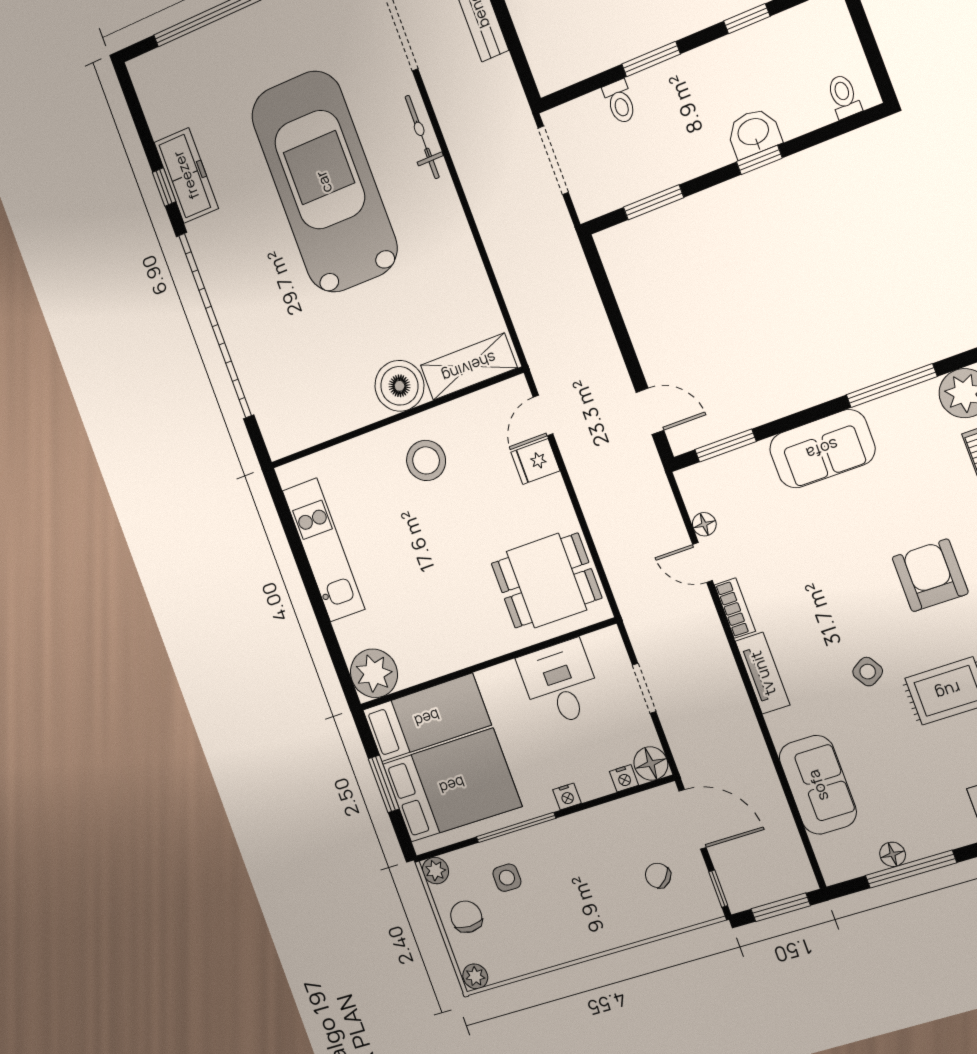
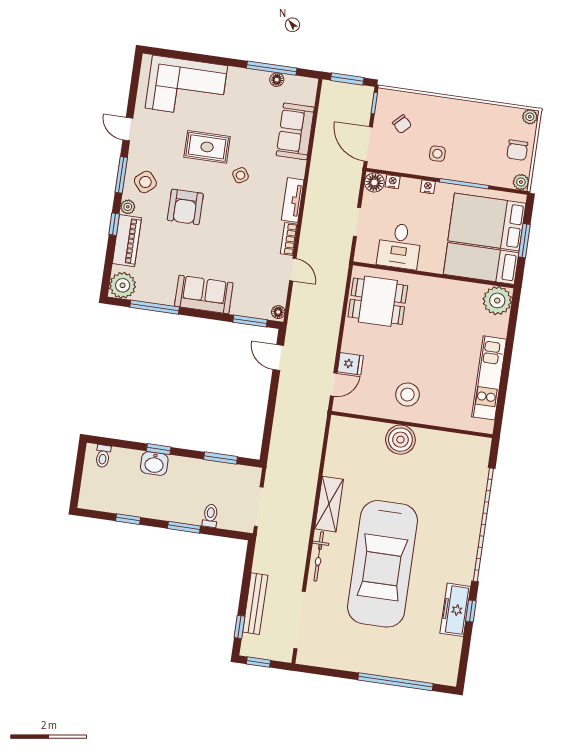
shelving: (469, 367) -> (329, 504), moved, turned 90
floor lamp: (704, 524) -> (278, 312), moved
side table: (507, 878) -> (437, 154), moved

